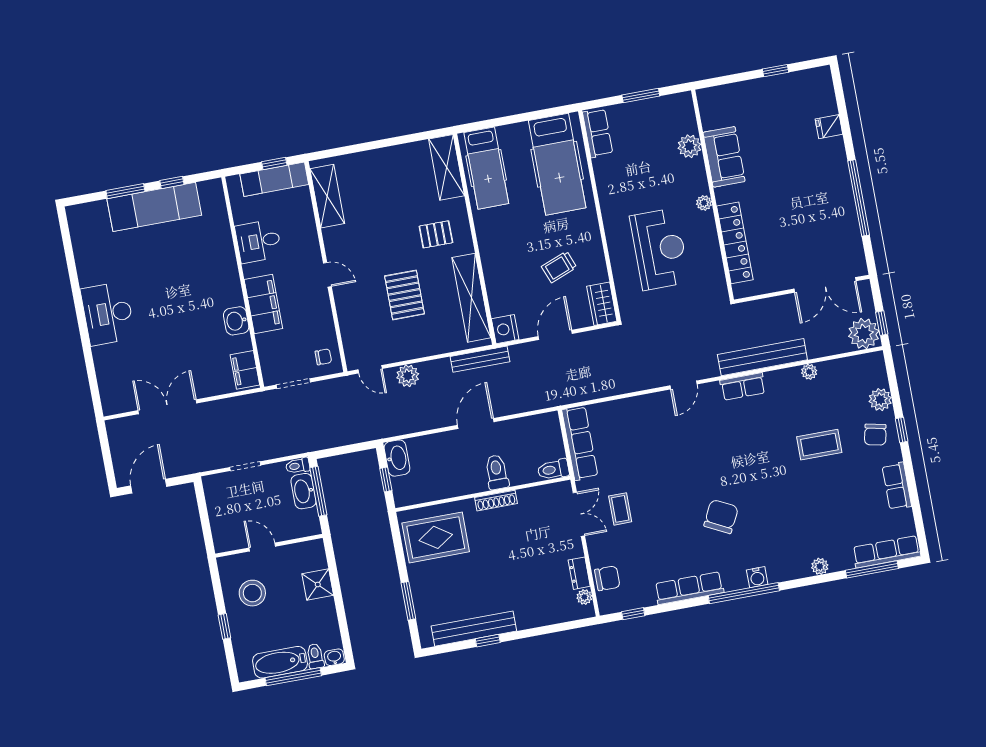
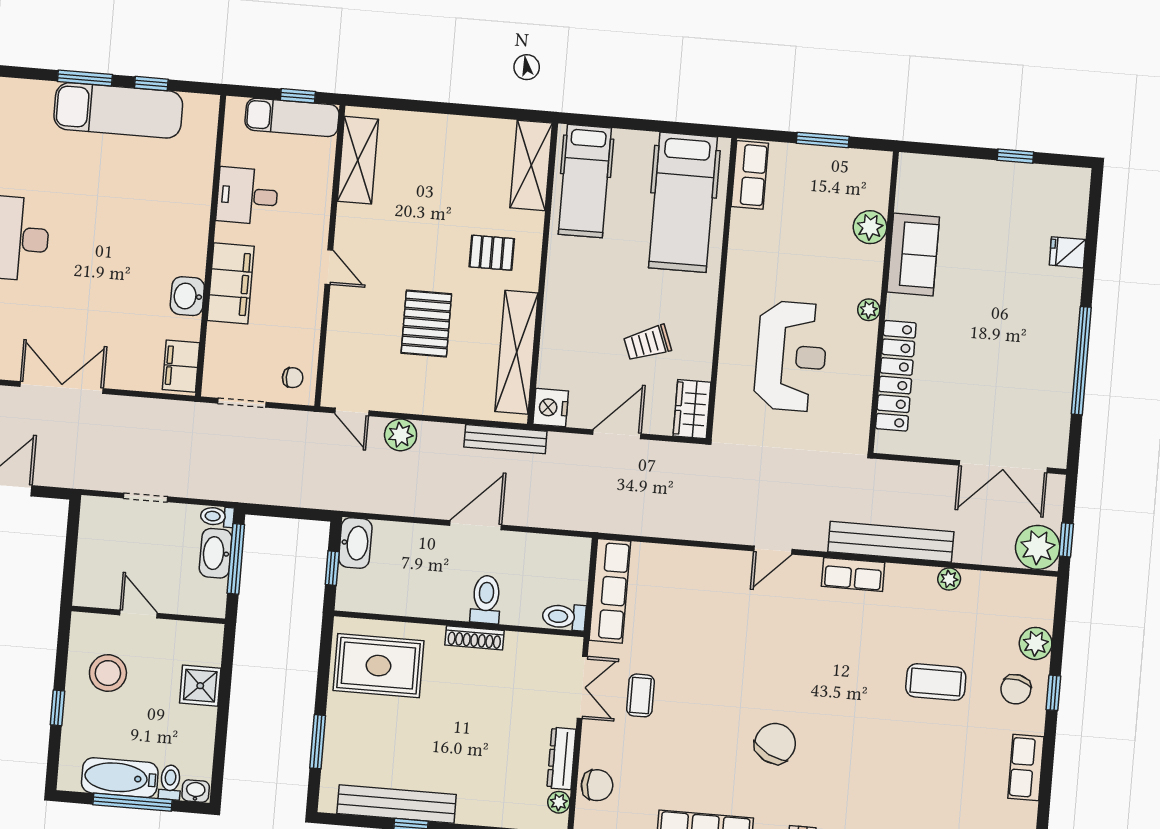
dresser: (579, 573) -> (561, 758), width x1.44

